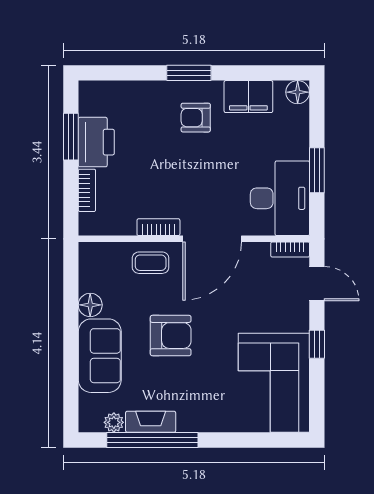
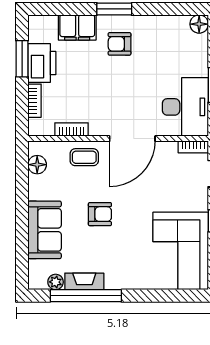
filing cabinet: (248, 97) -> (77, 27), moved
bookcase: (158, 227) -> (72, 129), moved
floor lamp: (90, 305) -> (37, 165), moved
armchair: (171, 336) -> (100, 214), width x0.72, depth x0.72

